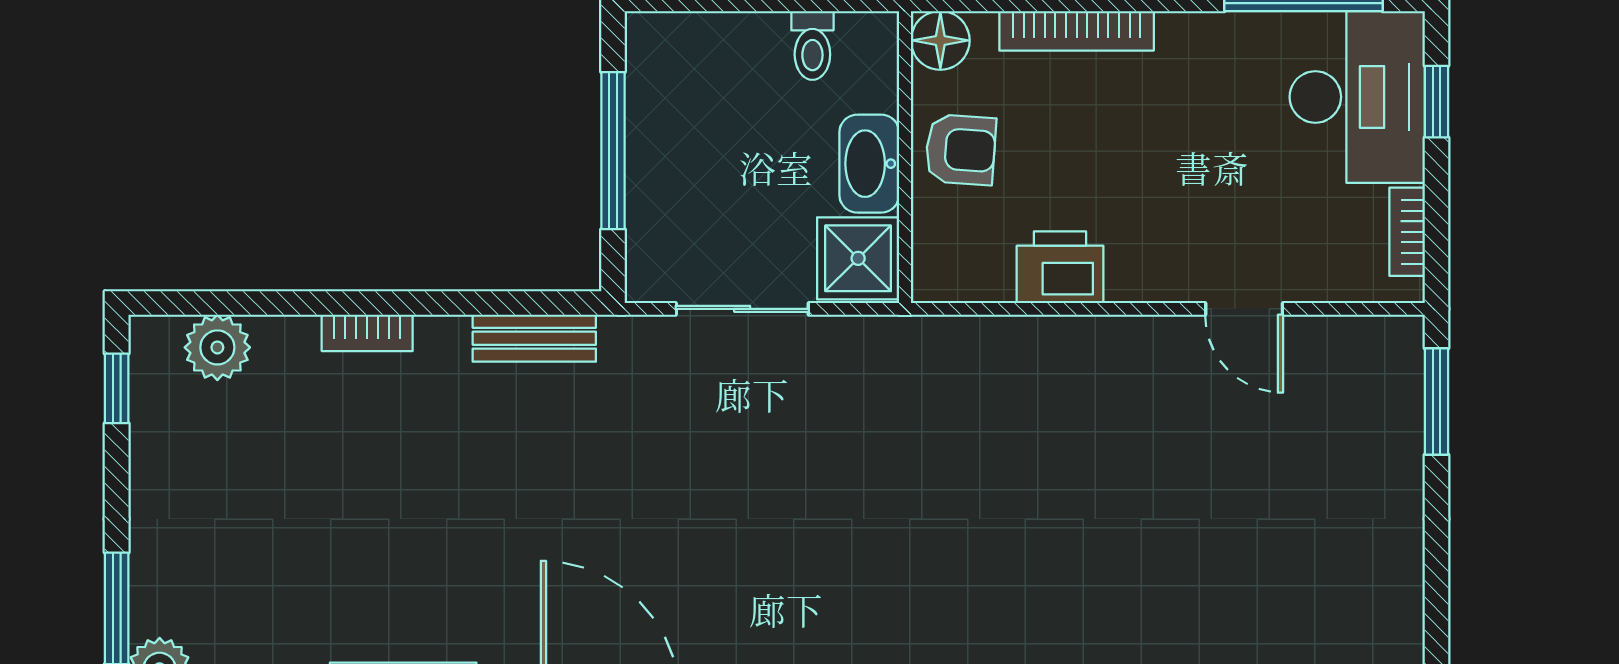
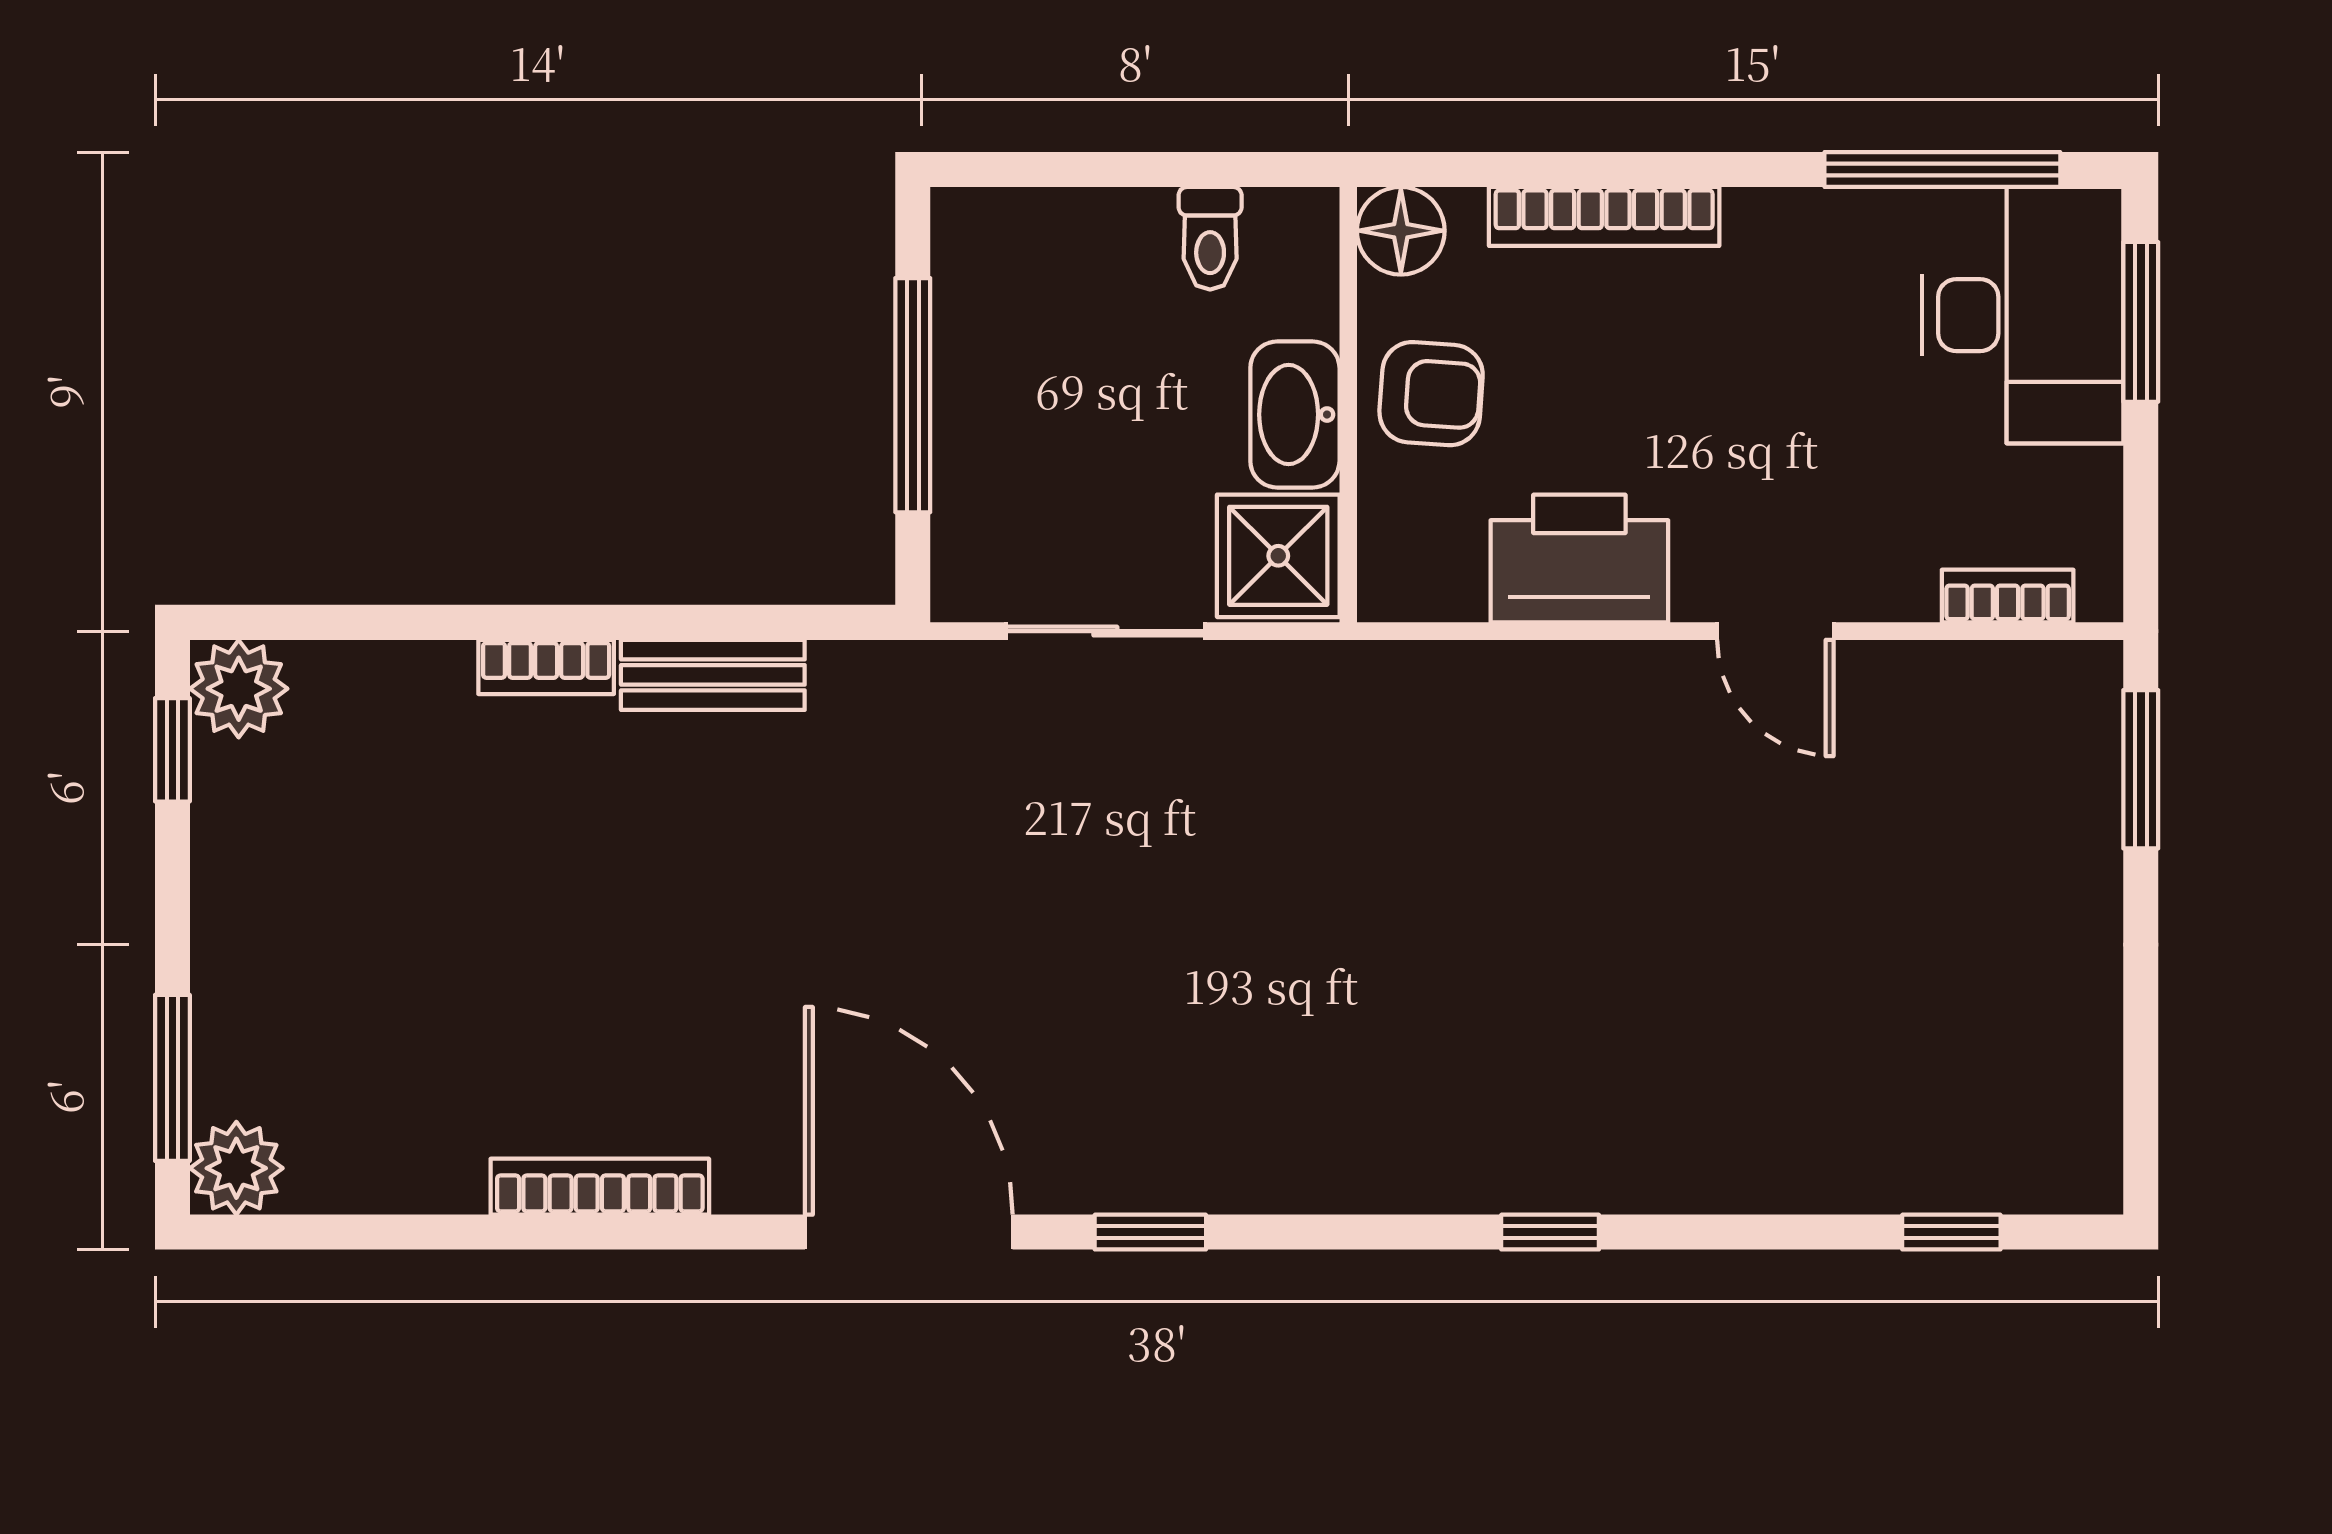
window: (1436, 102) -> (2141, 322), width x1.50
bookcase: (1407, 232) -> (2008, 596), moved, turned 90
printer: (1060, 267) -> (1579, 559), width x1.37, depth x1.19
door: (1244, 309) -> (1775, 631), moved
bench: (534, 338) -> (713, 675), moved
plant: (217, 347) -> (239, 689), moved

